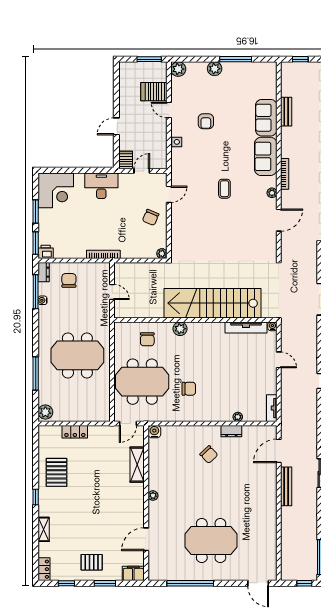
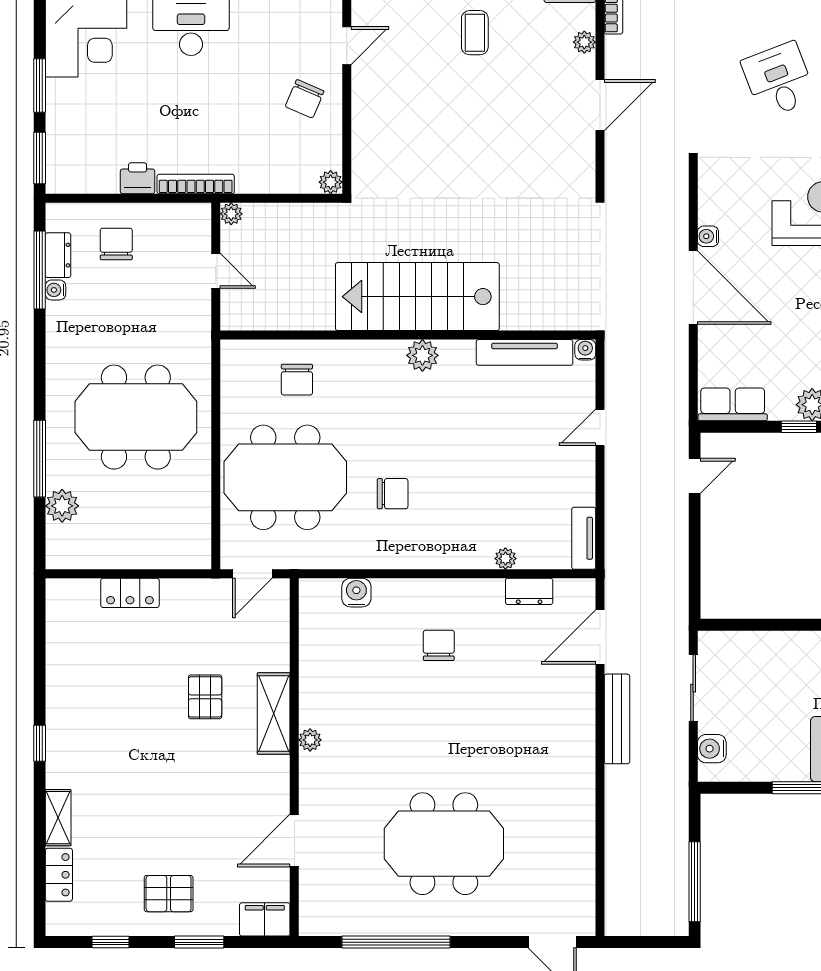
printer: (46, 252) -> (138, 178), moved
plant: (119, 267) -> (231, 214), added
dresser: (44, 272) -> (58, 255), moved
stairs: (212, 303) -> (417, 297), width x0.73
plant: (180, 329) -> (422, 355), moved
door: (279, 360) -> (600, 427), swing flipped
plant: (45, 412) -> (62, 506), moved
dresser: (231, 431) -> (529, 591), moved
water cooler: (154, 432) -> (356, 593), moved
chair: (209, 455) -> (439, 645), turned -137
shelving: (137, 465) -> (274, 714), moved
pallet: (56, 472) -> (205, 697), moved, width x0.67, depth x0.71
locker: (44, 569) -> (59, 875), moved
window: (304, 583) -> (659, 942), removed

